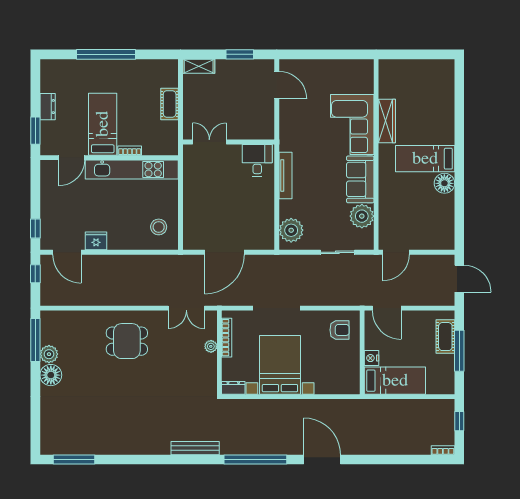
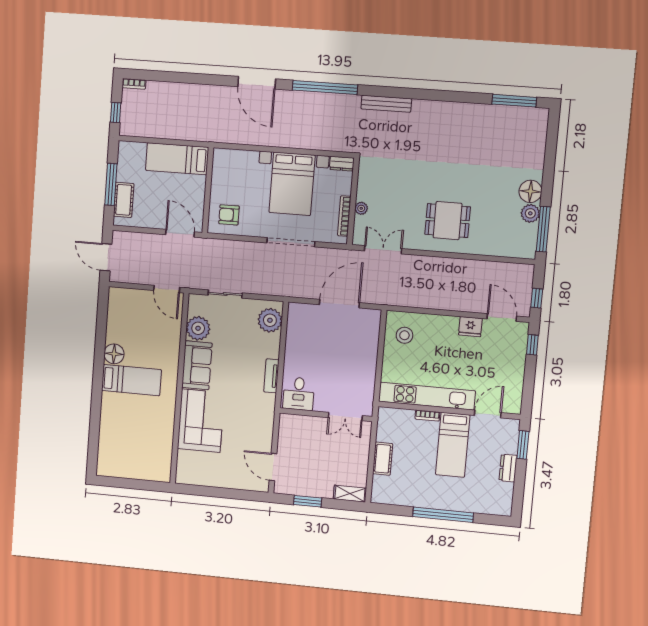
wardrobe: (387, 121) -> (166, 421), removed
tv unit: (285, 176) -> (271, 376), width x0.71
door: (396, 252) -> (167, 289), swing flipped
nightstand: (372, 358) -> (199, 184), removed

